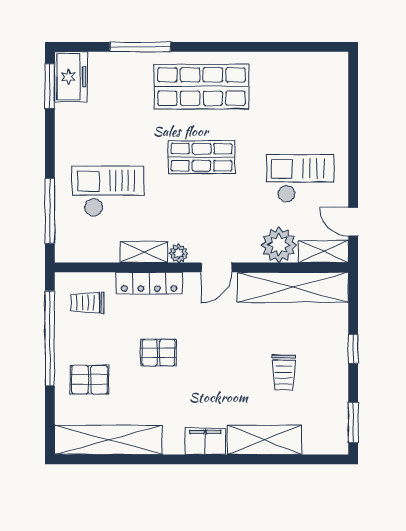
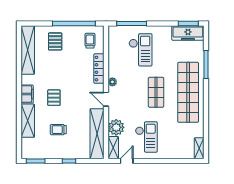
freezer: (71, 77) -> (188, 33), width x1.40
shop shelf: (201, 87) -> (188, 92), width x1.40
shelving: (144, 252) -> (199, 148), moved
pallet: (158, 353) -> (54, 98), moved

